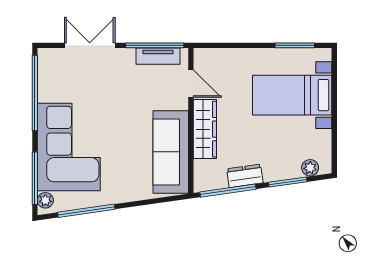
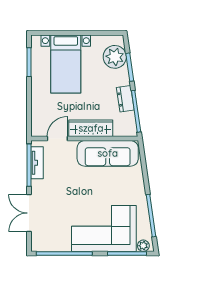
plant: (310, 168) -> (115, 57), width x1.88, depth x1.88

